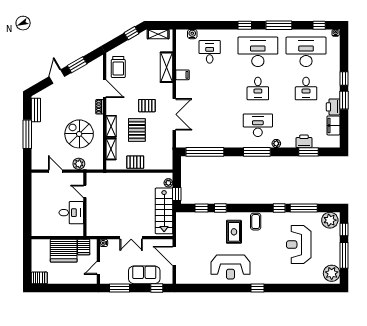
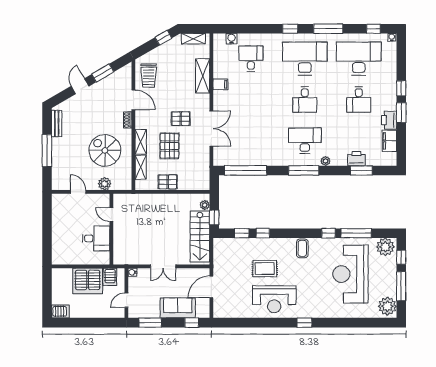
rug: (234, 232) -> (265, 269), moved, turned 90
reception desk: (299, 245) -> (350, 274), width x1.36, depth x1.30
door: (174, 256) -> (211, 287), hinge flipped

